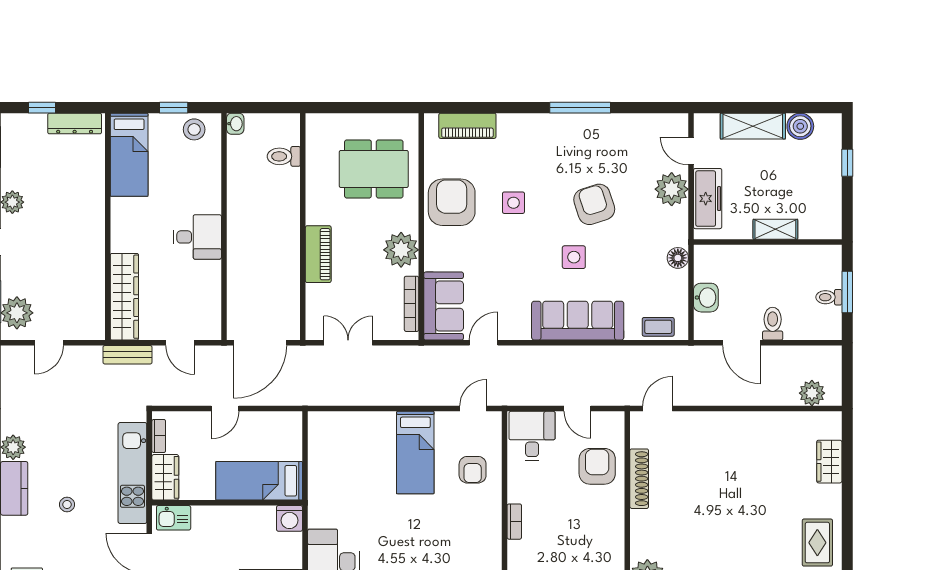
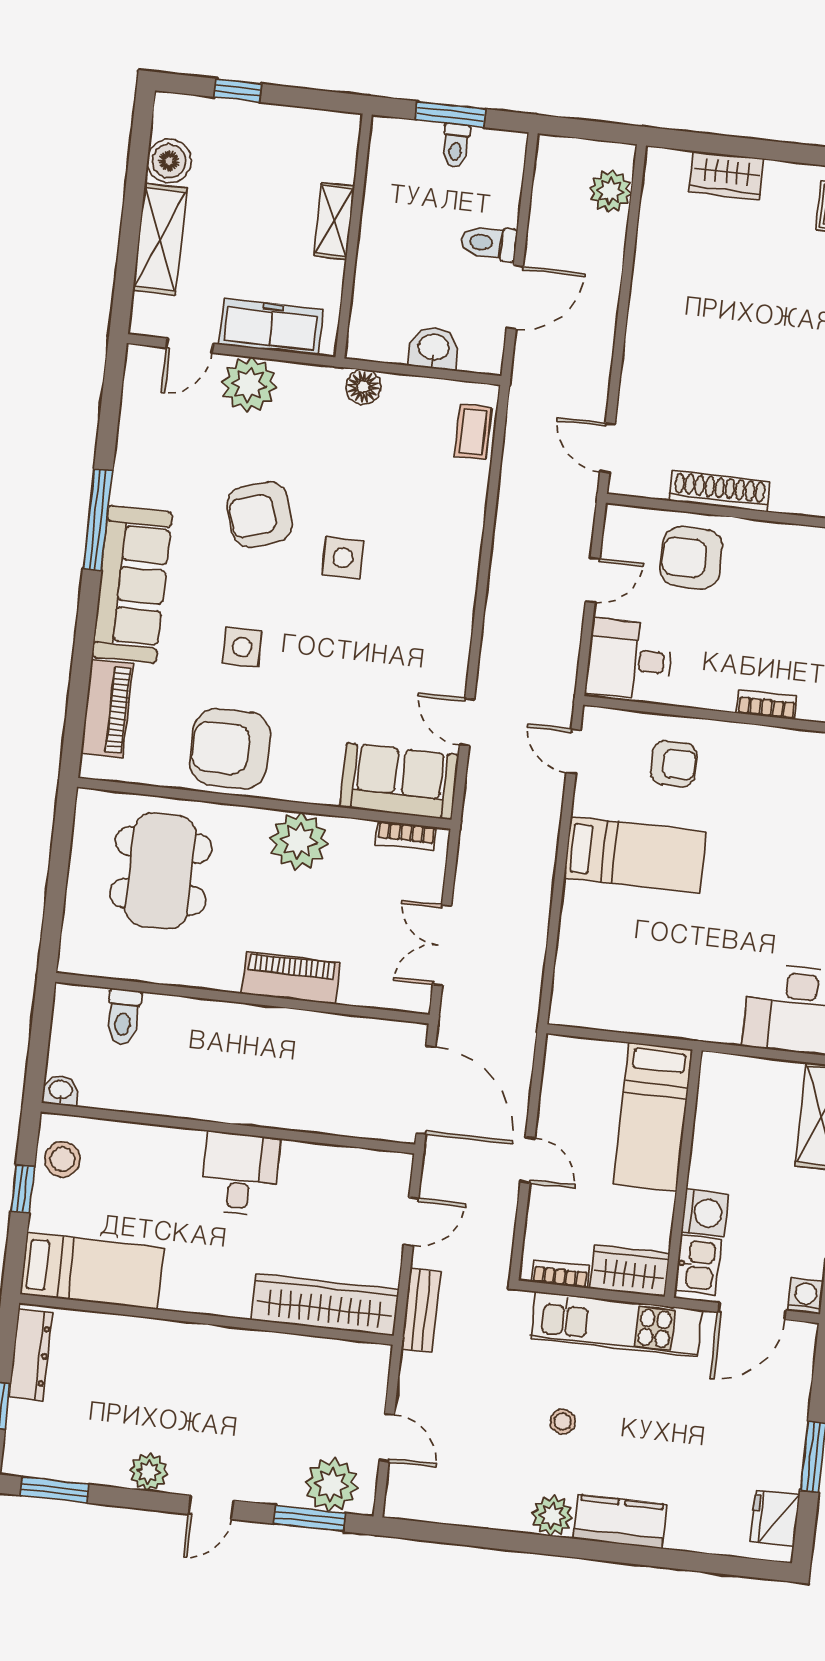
bookcase: (412, 304) -> (406, 835), width x0.64
sofa: (578, 321) -> (132, 584), moved, turned 180
stool: (67, 504) -> (563, 1421), moved
washing machine: (289, 518) -> (705, 1213), moved

